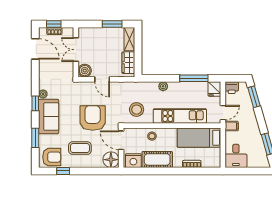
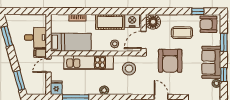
printer: (232, 88) -> (40, 89), removed
door: (121, 140) -> (144, 40), swing flipped
desk: (236, 156) -> (35, 37), moved, turned 90

